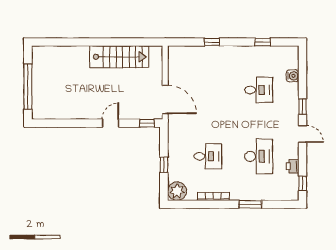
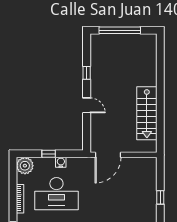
window: (147, 123) -> (87, 73), moved
water cooler: (173, 152) -> (61, 162), added
desk: (208, 156) -> (56, 194), width x1.87, depth x1.30

